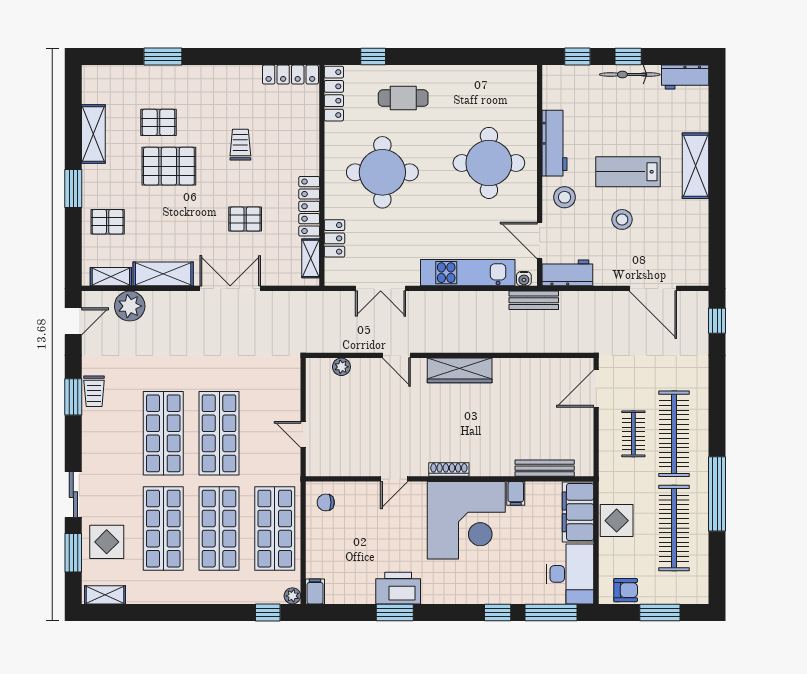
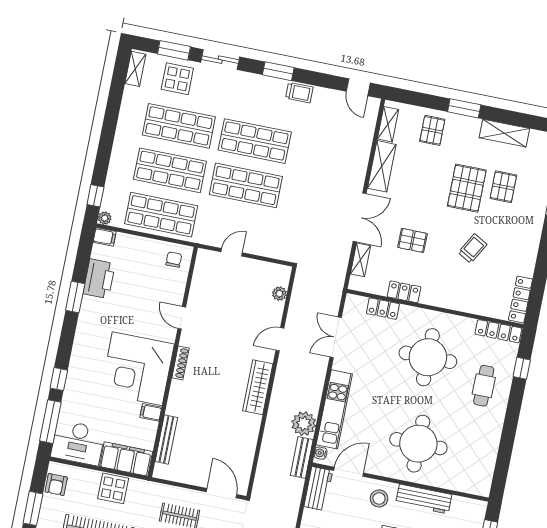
trolley: (240, 145) -> (473, 248), turned -60
locker: (309, 206) -> (404, 292), width x0.66
pallet: (245, 219) -> (413, 240), turned 90
shelving: (311, 258) -> (360, 260), moved, turned 90
plant: (130, 306) -> (304, 424), moved
trolley: (94, 391) -> (299, 93), turned 180
window: (73, 397) -> (278, 71), moved
printer: (398, 588) -> (99, 279), moved

